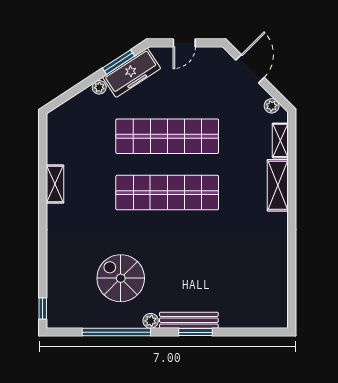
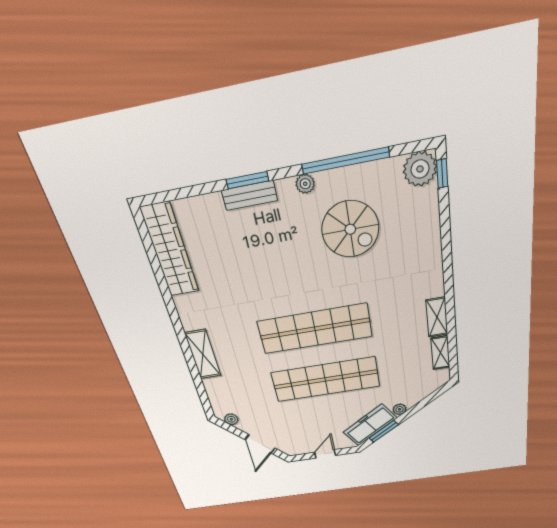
shelving: (280, 140) -> (440, 353), moved
wardrobe: (275, 288) -> (170, 250), added
plant: (60, 315) -> (420, 169), added
bench: (189, 320) -> (250, 195), width x0.73

